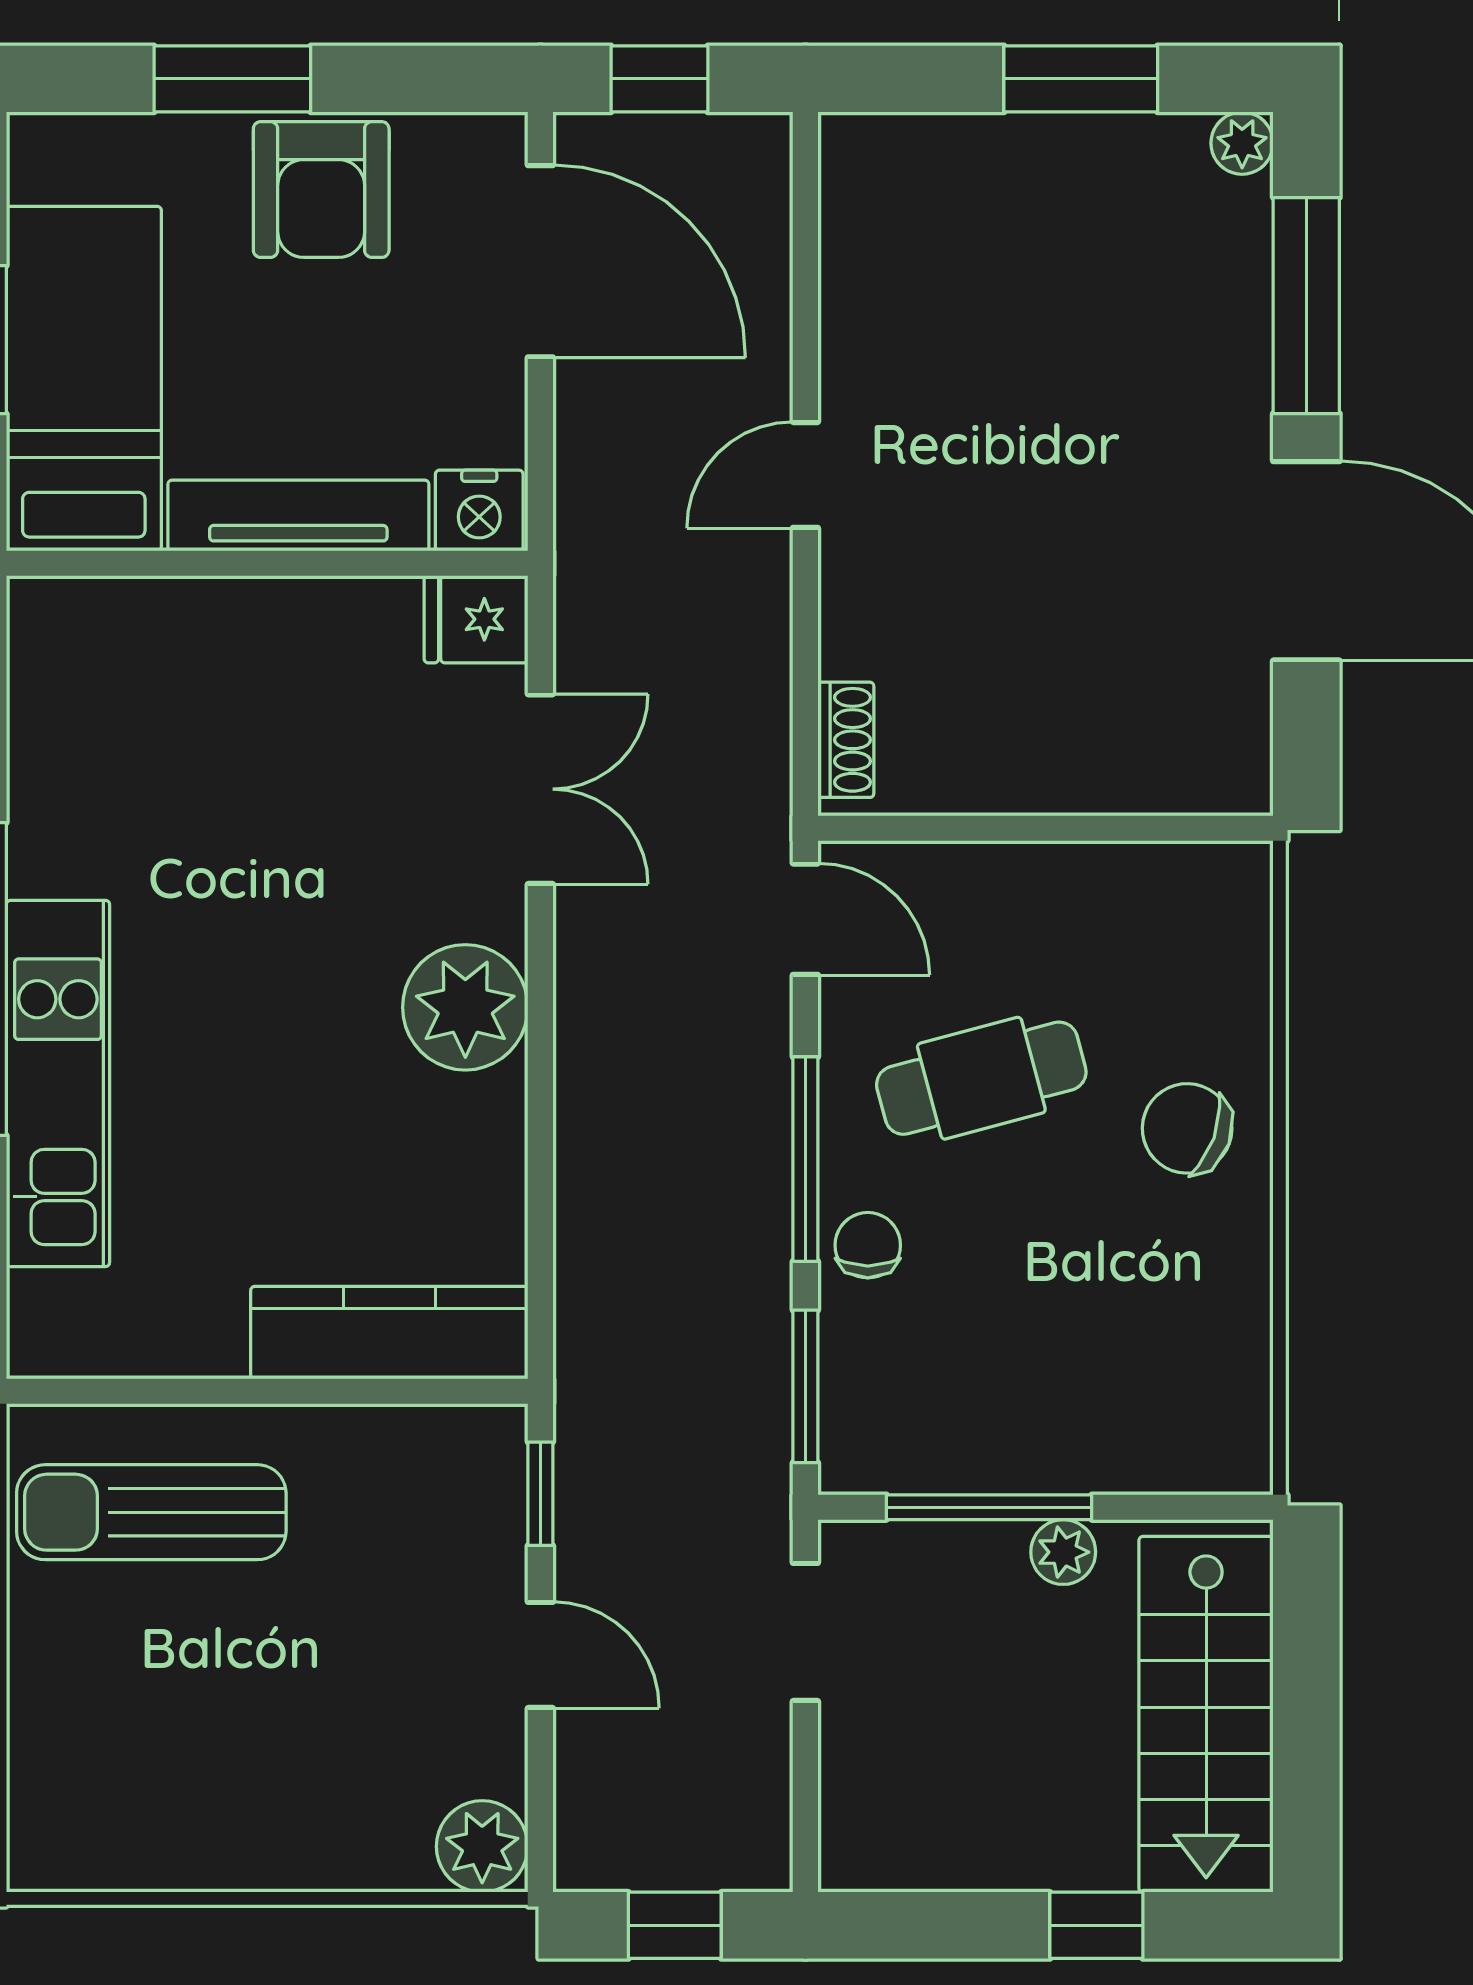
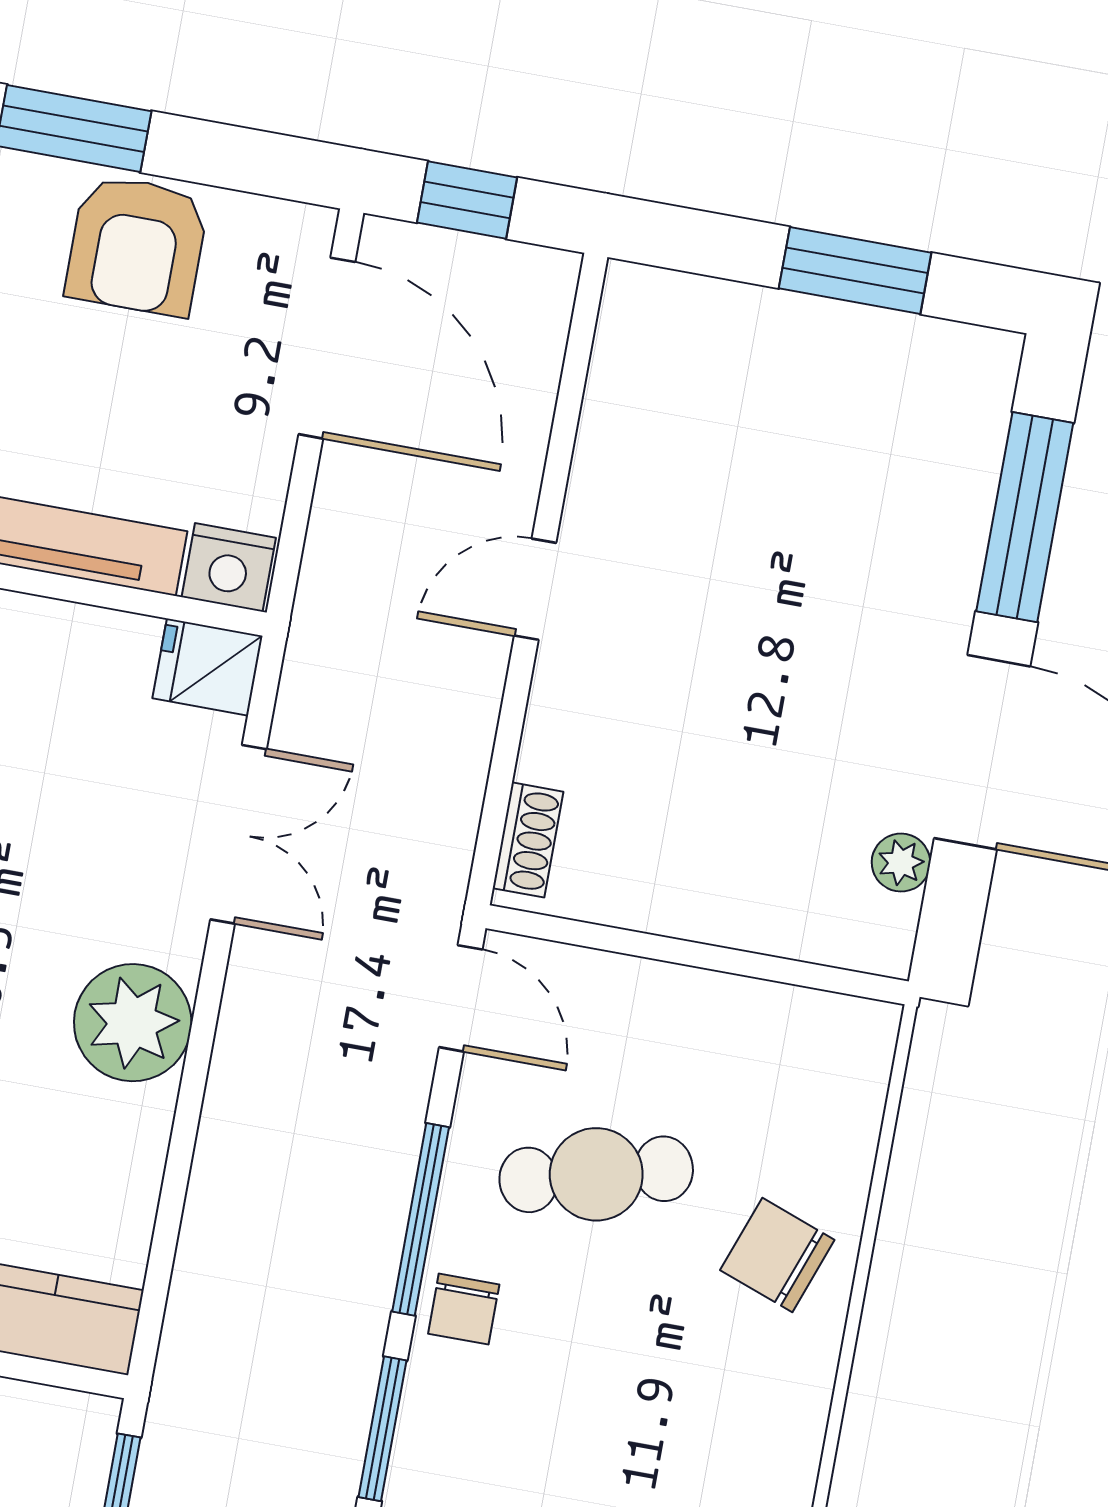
plant: (1242, 143) -> (901, 863), moved
chair: (868, 1245) -> (464, 1309), turned 180

